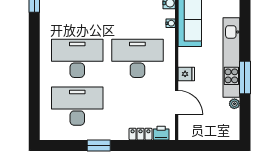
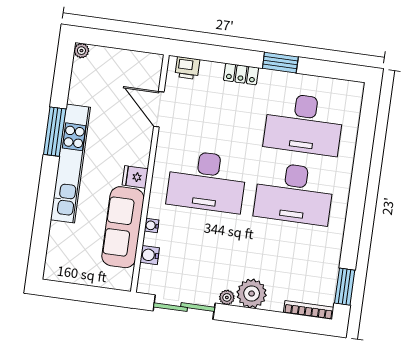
fridge: (186, 74) -> (135, 177), moved
plant: (234, 104) -> (81, 51), moved
locker: (140, 134) -> (241, 74), moved

